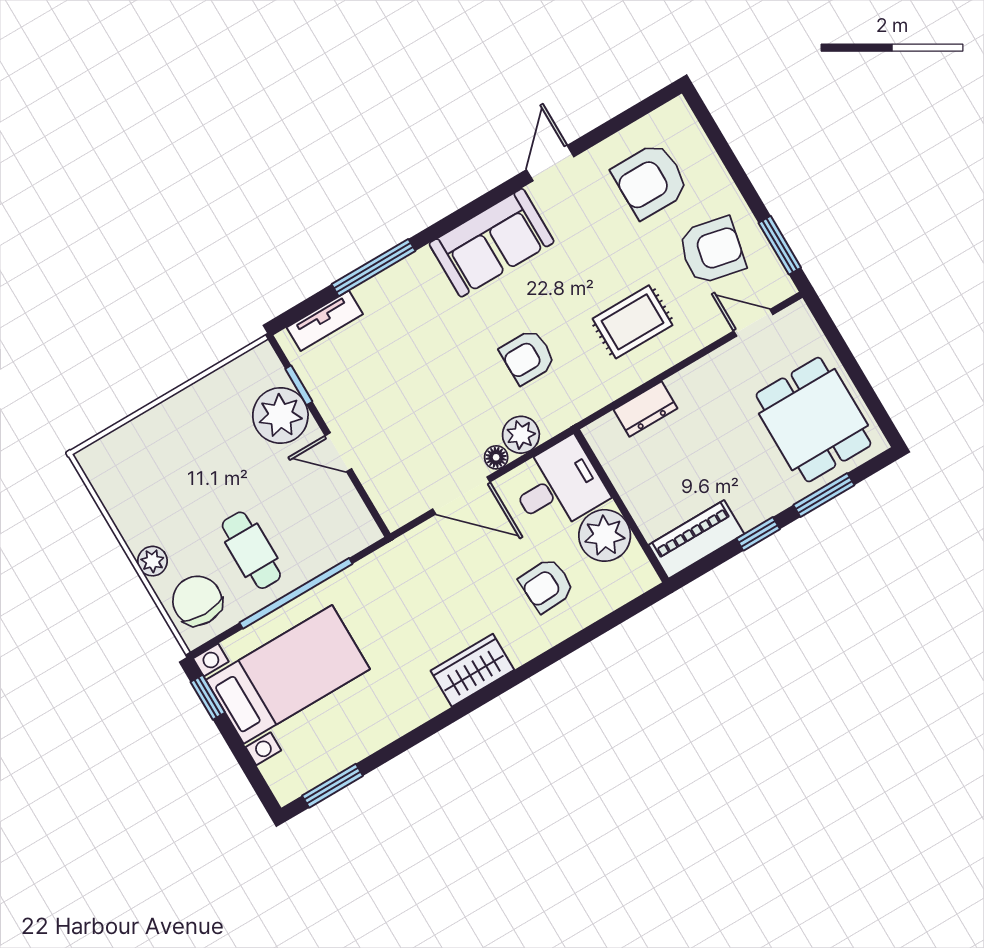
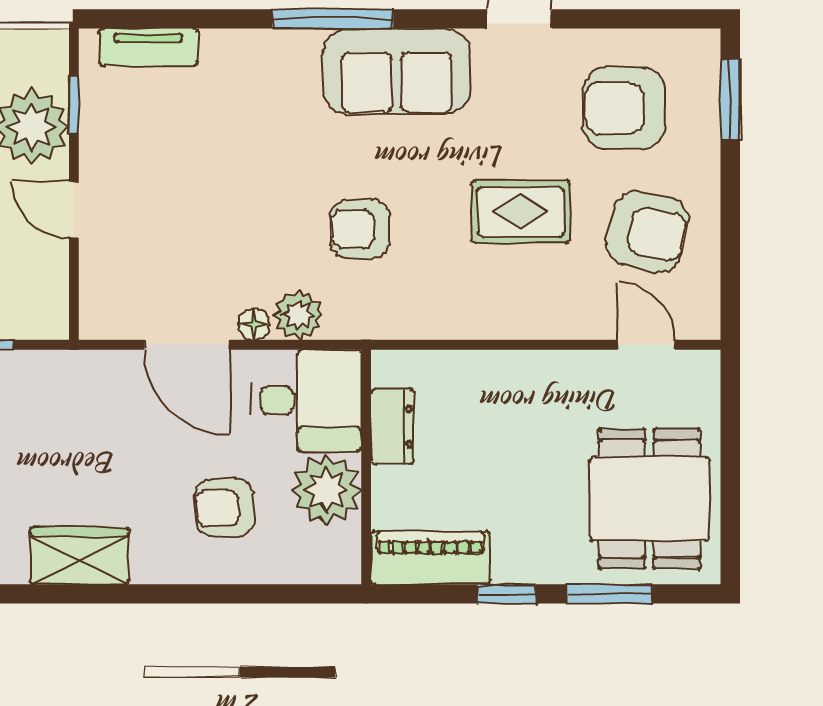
window: (780, 245) -> (730, 100), moved
window: (373, 268) -> (333, 19), moved
rug: (632, 322) -> (521, 212), moved
dresser: (645, 409) -> (392, 426), moved, turned -90

